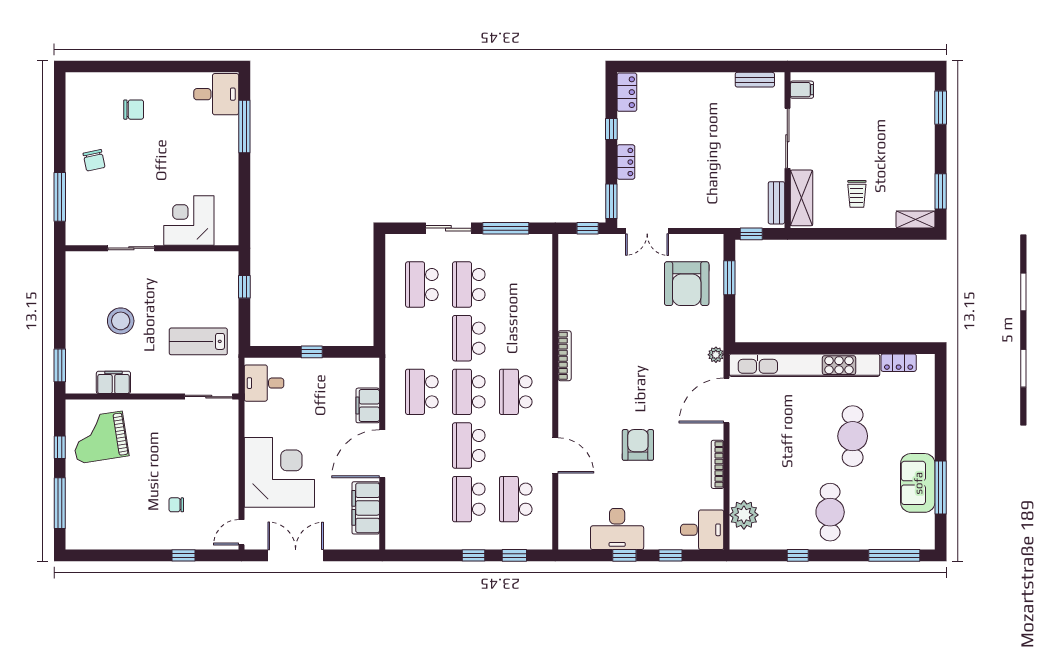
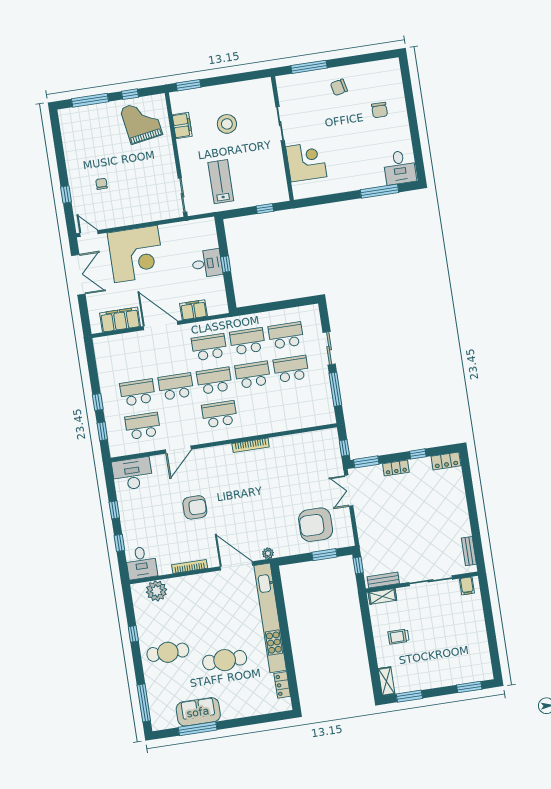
shelving: (801, 198) -> (382, 596), width x0.67, depth x0.75
school desk: (422, 338) -> (248, 341), added
desk: (264, 383) -> (207, 263), moved, turned 90
desk: (617, 529) -> (132, 474), moved, turned 90

